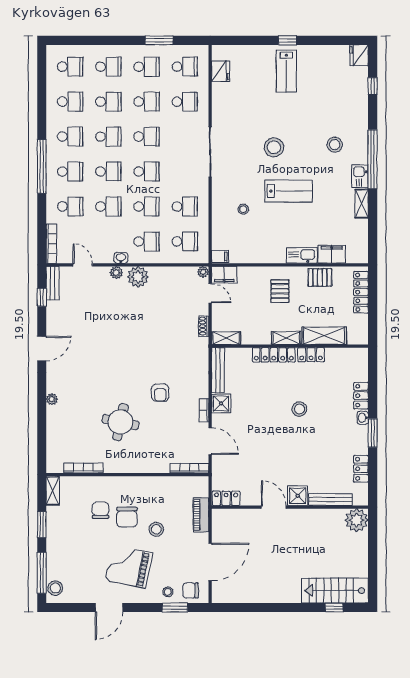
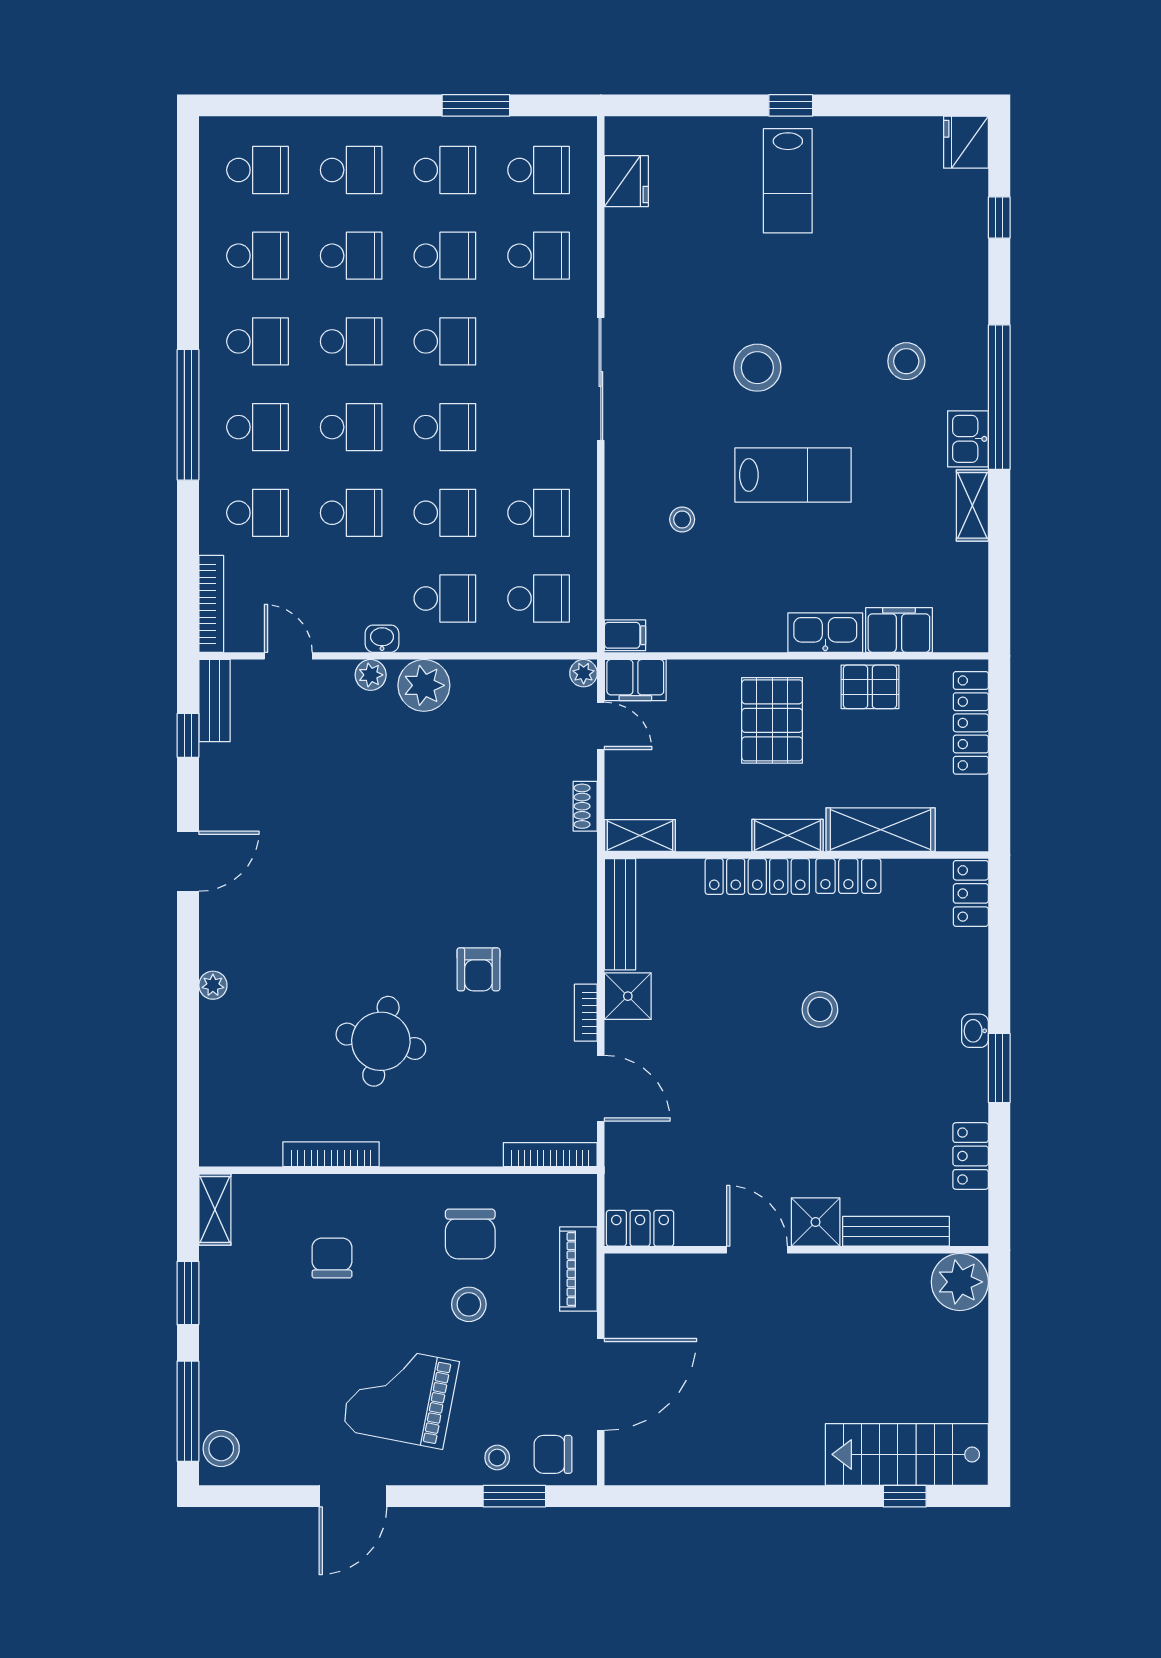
pallet: (280, 291) -> (772, 720), width x1.50, depth x1.42
locker: (361, 396) -> (971, 893), moved
bookcase: (83, 468) -> (331, 1154), moved
chair: (127, 517) -> (470, 1234), moved

